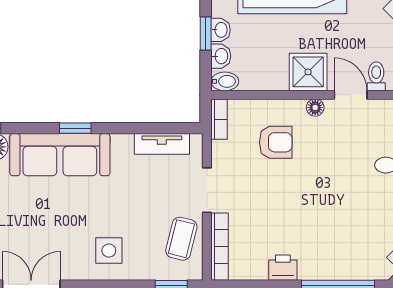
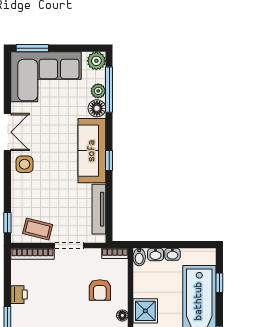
window: (206, 33) -> (170, 245), removed
tv unit: (162, 144) -> (99, 209), width x1.41
side table: (109, 251) -> (25, 164), moved

